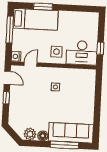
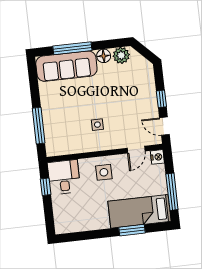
desk: (82, 53) -> (64, 177), width x0.73
window: (98, 93) -> (39, 126), added

